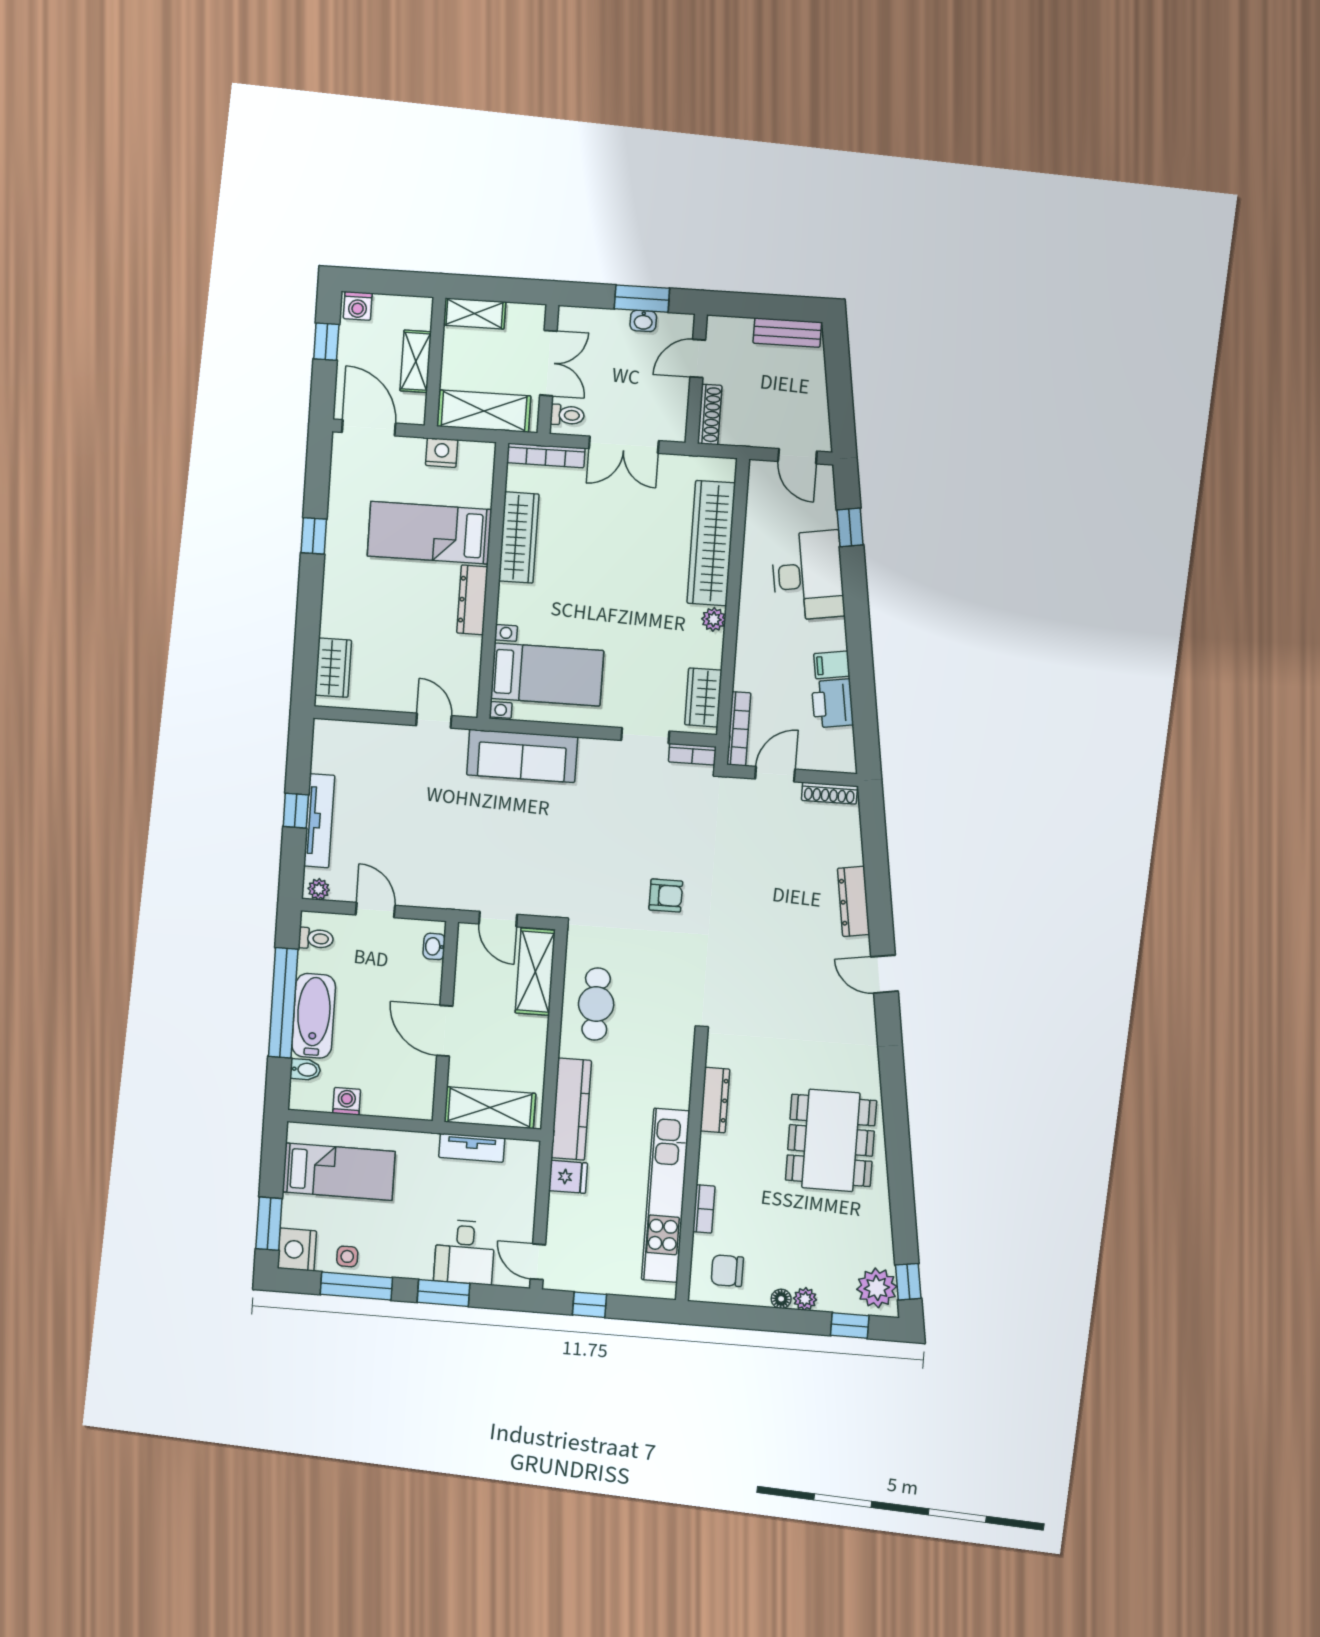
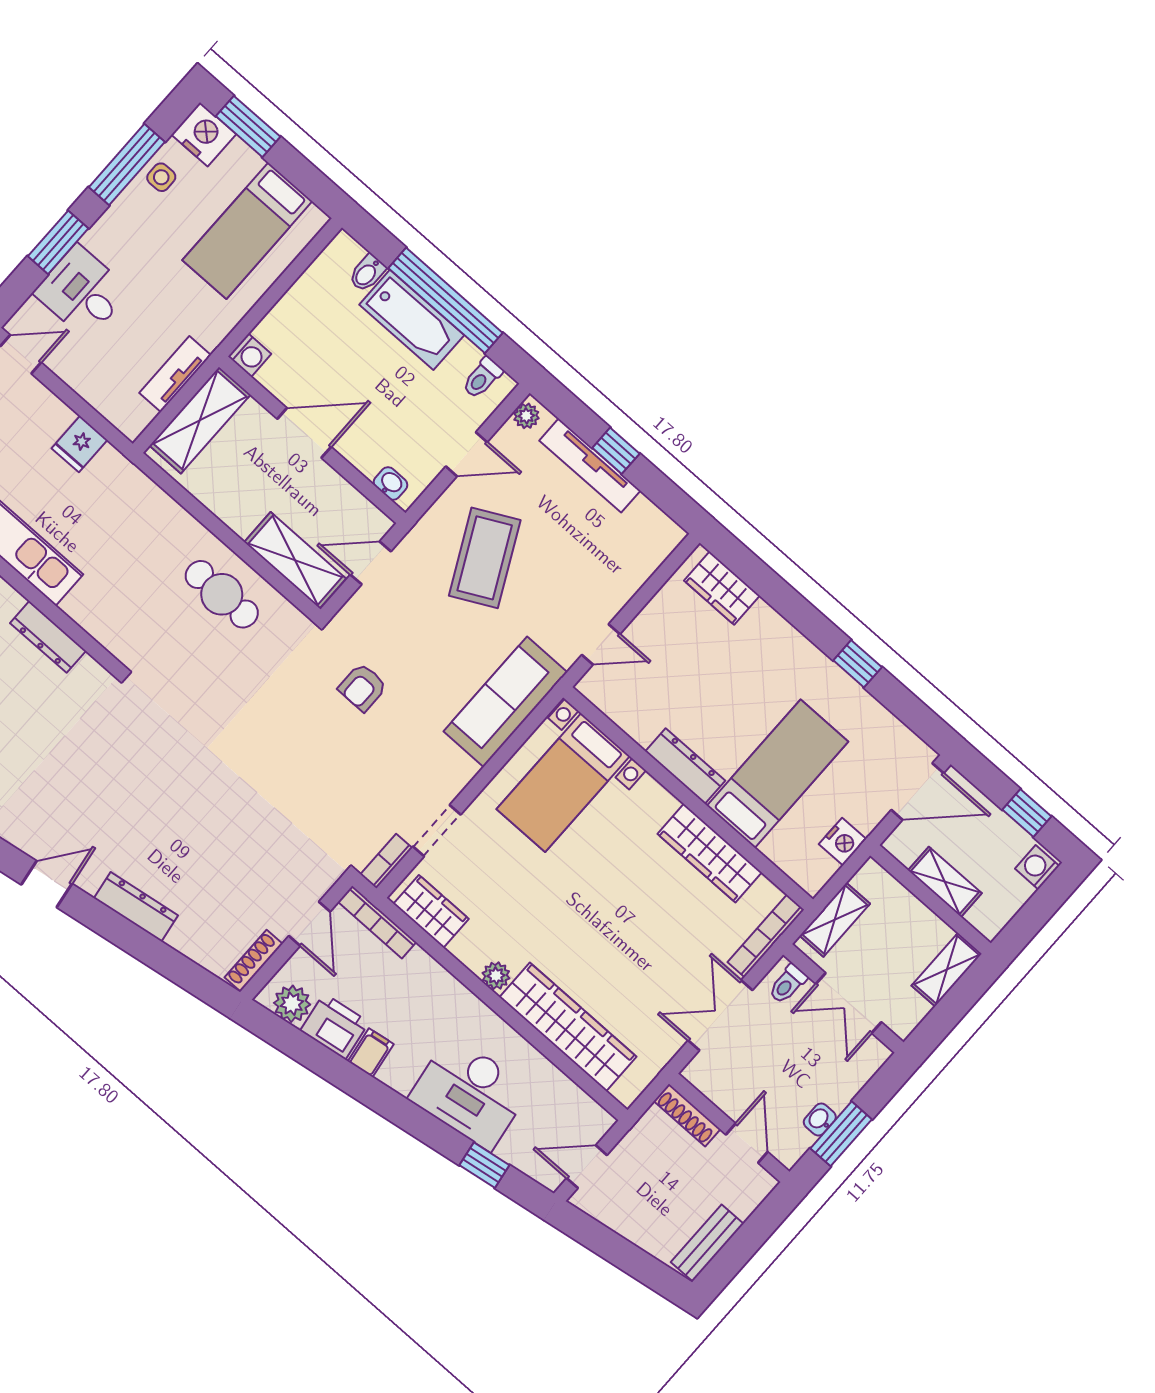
shelving: (484, 411) -> (835, 920), width x0.67, depth x0.75
plant: (839, 744) -> (292, 1004), added
coffee table: (436, 844) -> (485, 558), added
armchair: (666, 896) -> (363, 687), moved
washing machine: (347, 1101) -> (250, 355), moved
kitchen counter: (571, 1109) -> (141, 496), removed

